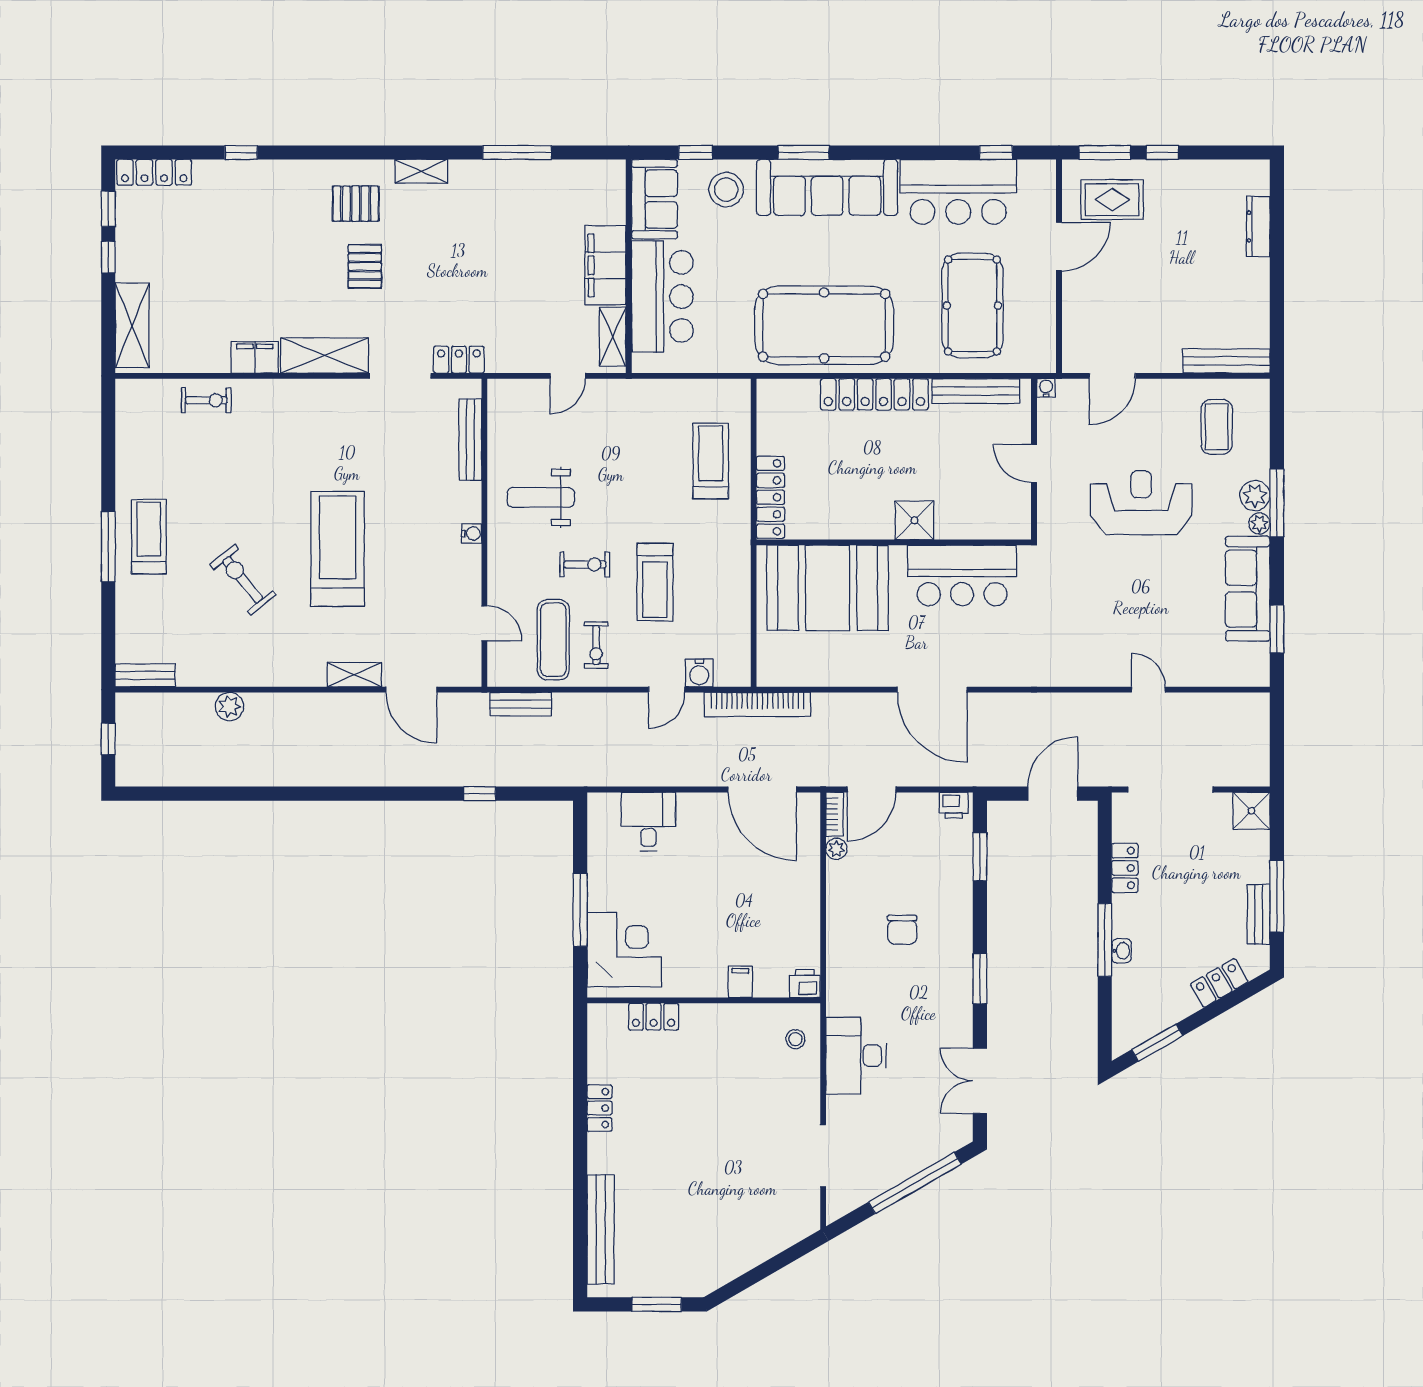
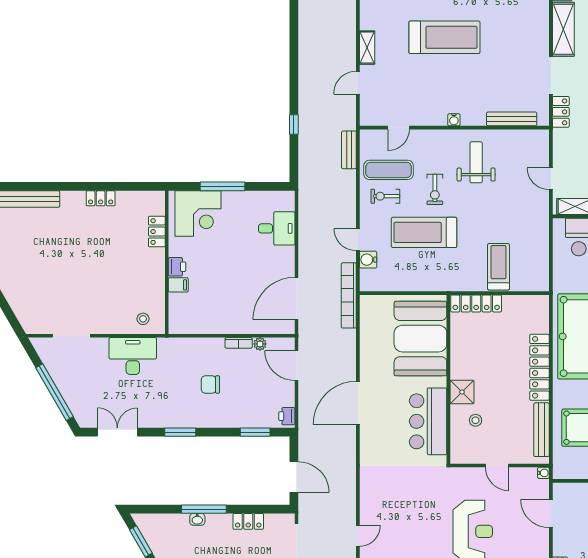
treadmill: (711, 461) -> (499, 267), turned -90
door: (1034, 463) -> (497, 466), swing flipped
stool: (960, 498) -> (476, 420), added
treadmill: (655, 582) -> (424, 232), width x1.37, depth x1.38
door: (411, 690) -> (358, 83), width x0.73
bookcase: (835, 814) -> (239, 343), moved
printer: (805, 984) -> (177, 267), moved

